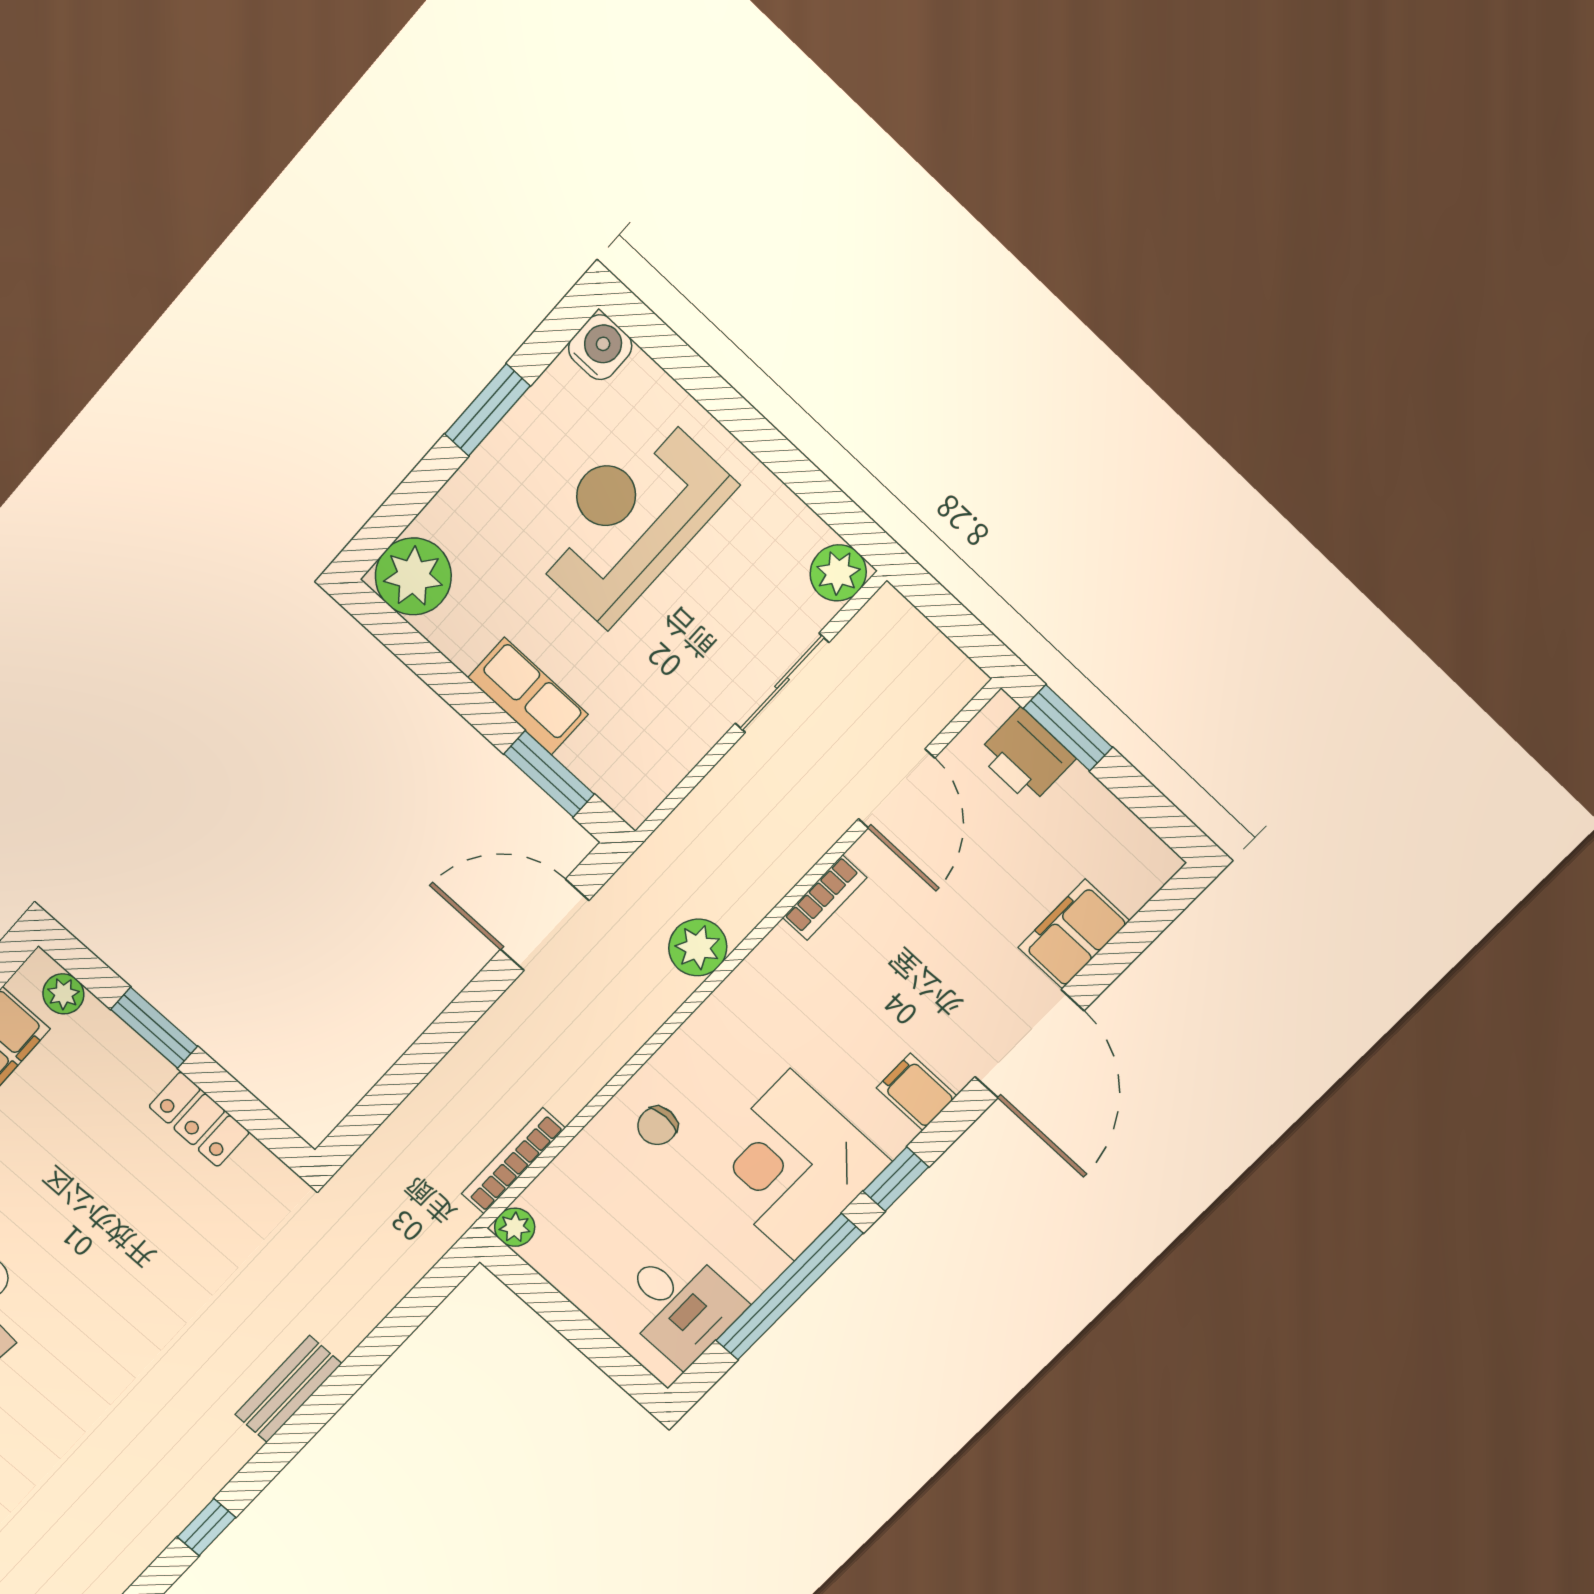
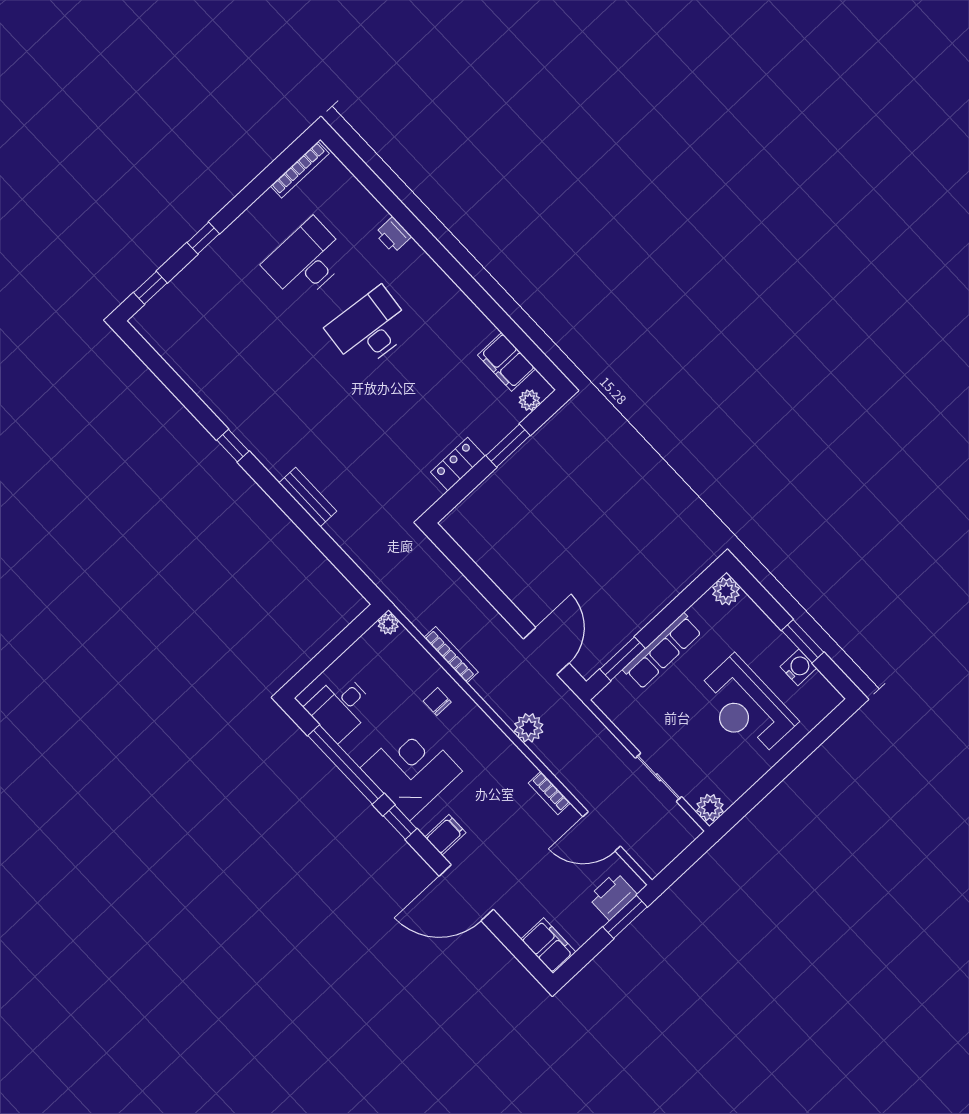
water cooler: (600, 347) -> (798, 667), moved, turned -90
reception desk: (629, 517) -> (745, 707), turned 180
plant: (413, 576) -> (726, 591), width x0.73, depth x0.73
row of seats: (528, 696) -> (662, 651), width x1.48
filing cabinet: (1074, 934) -> (548, 946), moved
bookcase: (513, 1161) -> (451, 655), moved

